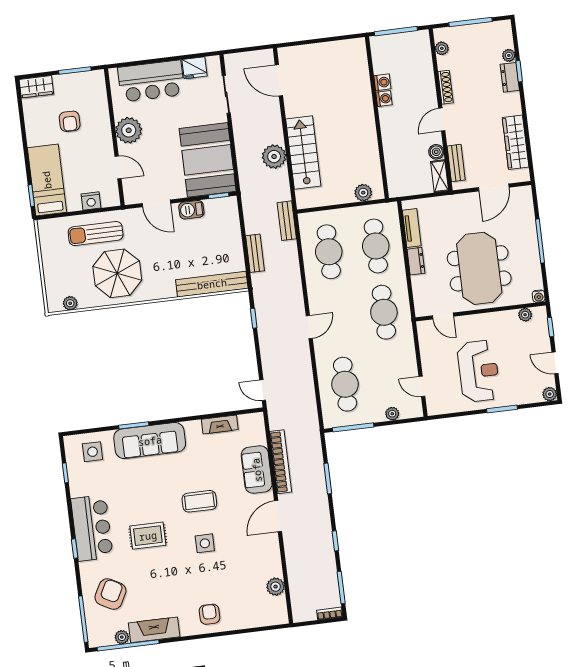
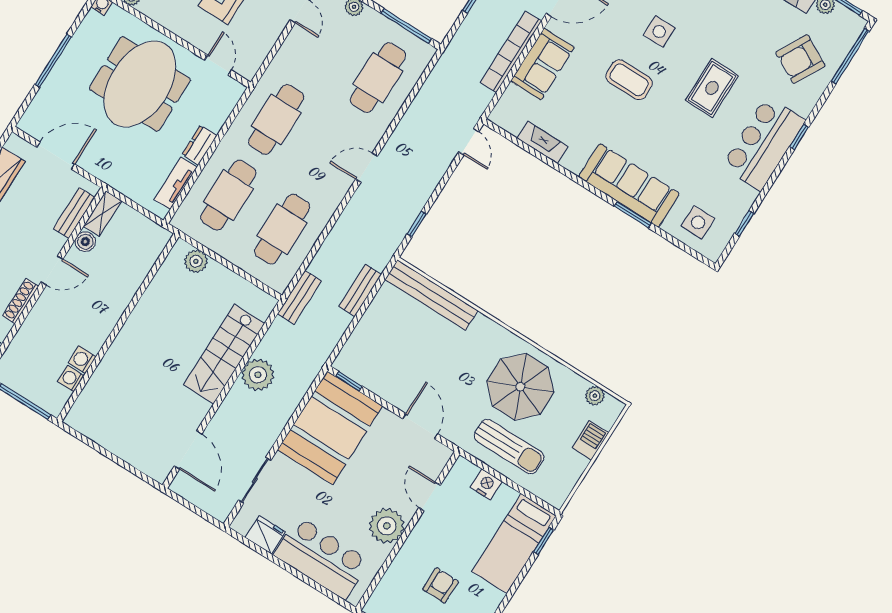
washing machine: (384, 99) -> (71, 379), moved
barbecue: (191, 210) -> (590, 440), moved, turned -90
rug: (148, 536) -> (712, 88), turned 90

